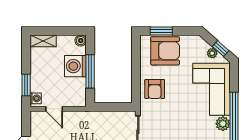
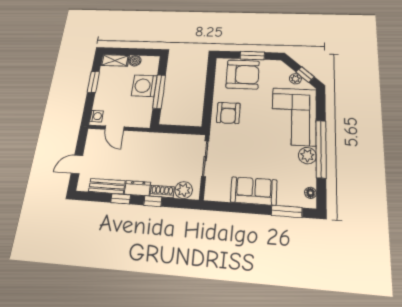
window: (161, 31) -> (252, 56), moved
boiler: (81, 41) -> (135, 61), moved
window: (26, 85) -> (93, 82), moved

